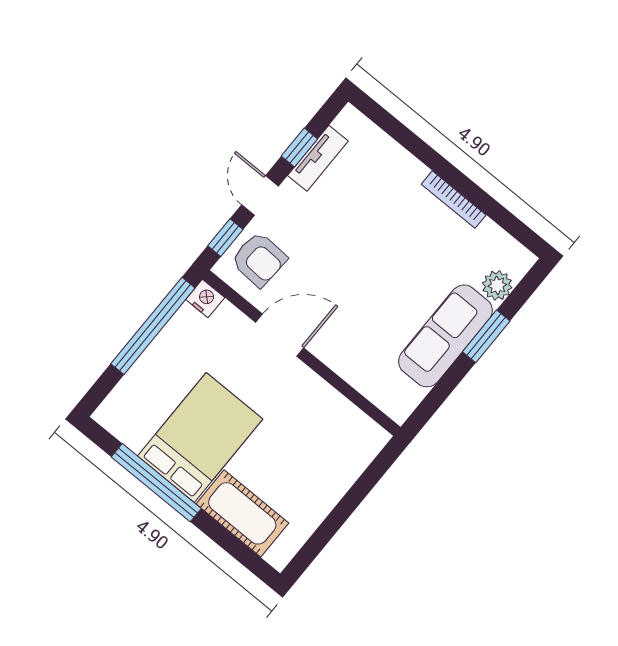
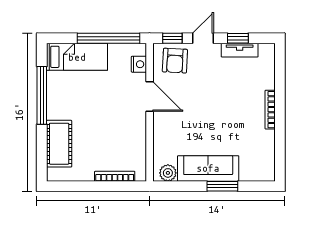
bookcase: (454, 200) -> (270, 110), moved
plant: (497, 285) -> (168, 173), moved
nightstand: (205, 299) -> (139, 64), moved
bed: (200, 437) -> (77, 57), moved, width x0.67
bookcase: (350, 474) -> (115, 176), added

